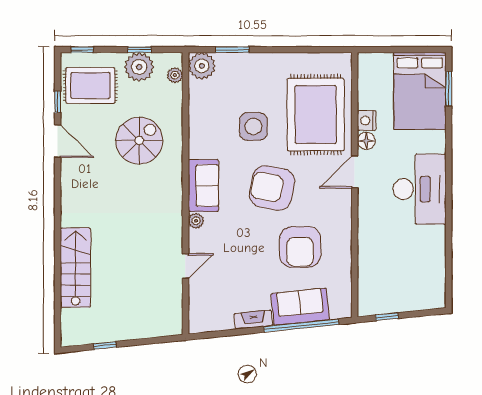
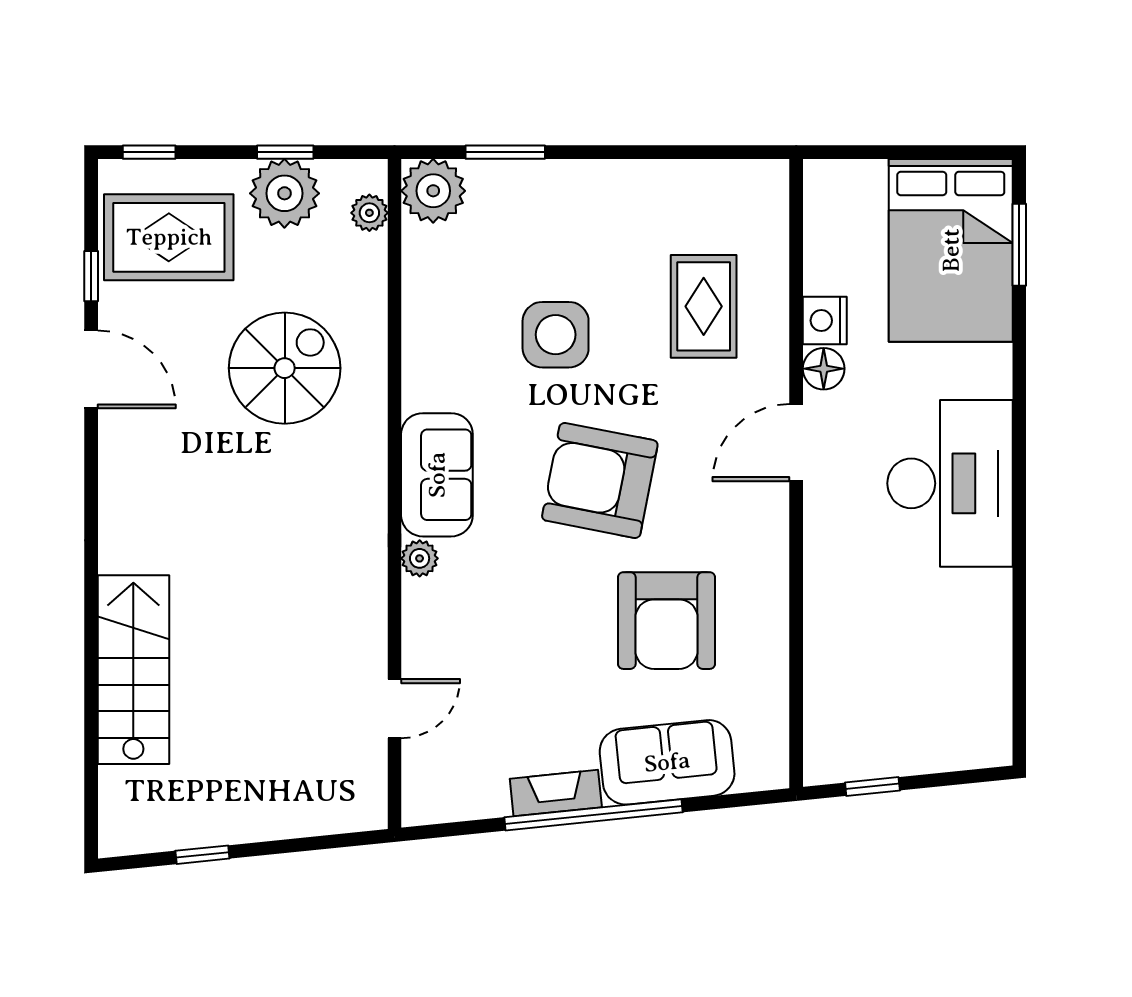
rug: (316, 115) -> (704, 306), width x0.54, depth x0.49
door: (185, 266) -> (395, 709), moved
window: (301, 326) -> (593, 815), moved

